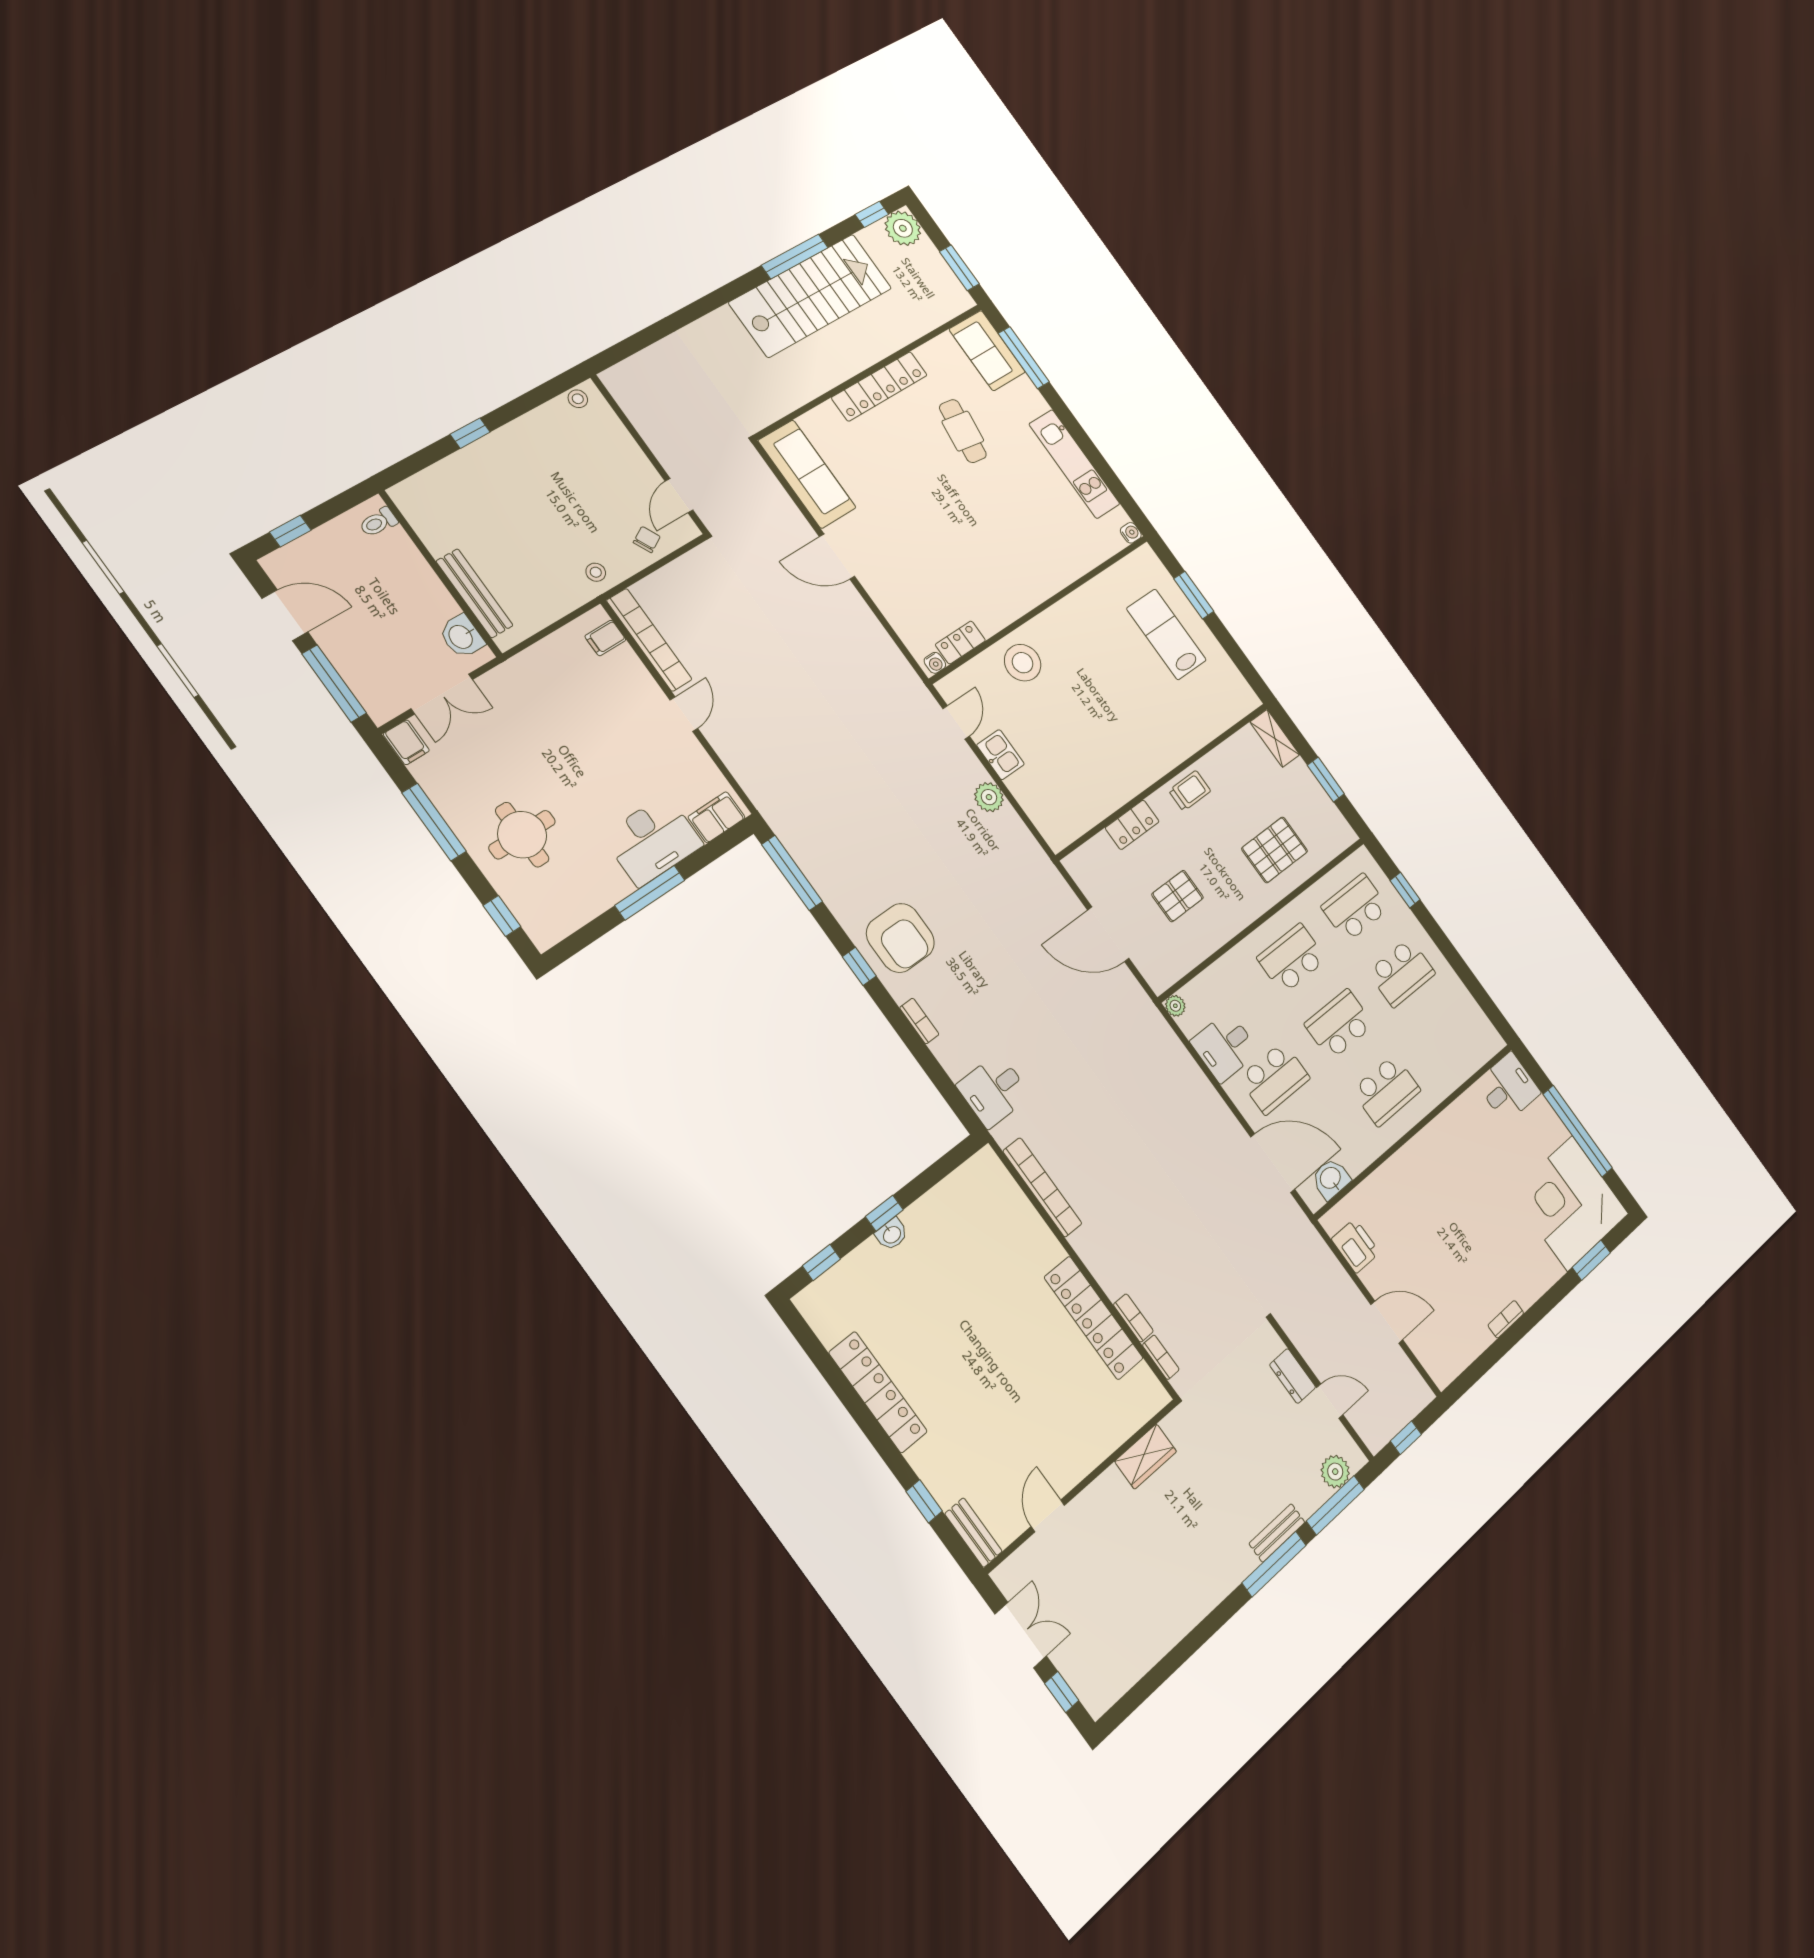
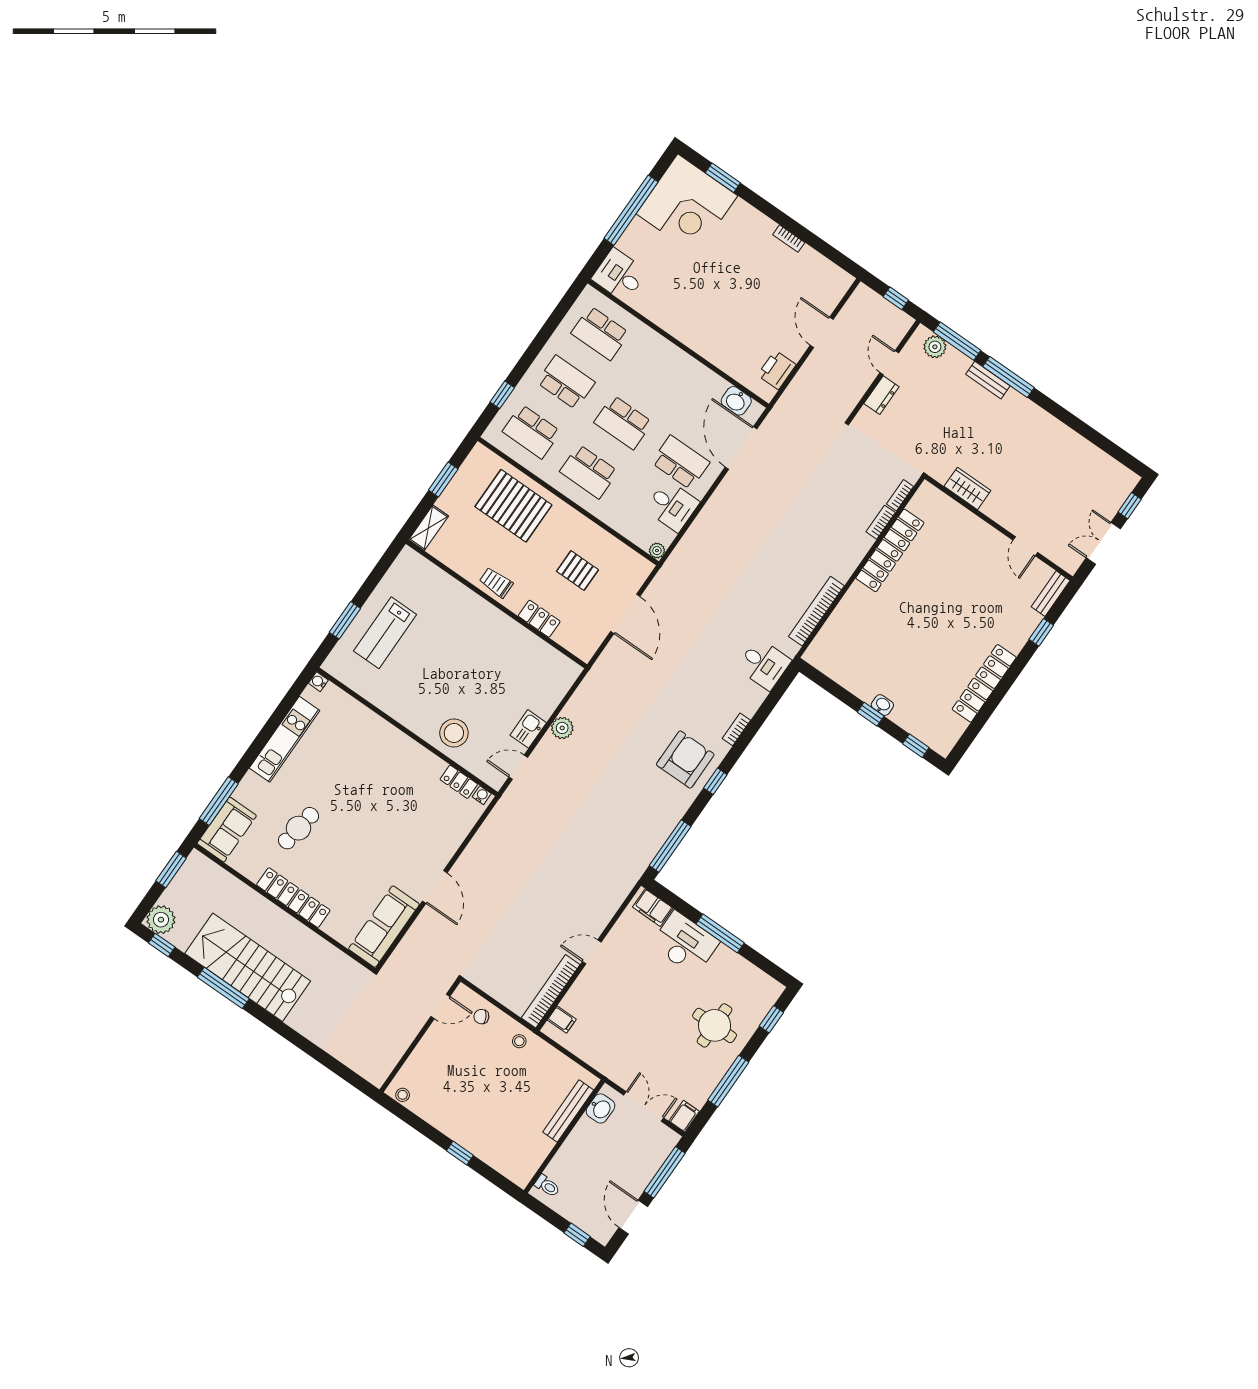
pallet: (1275, 850) -> (513, 506), width x1.37, depth x1.41
school desk: (1386, 1090) -> (600, 333), moved, turned 180
door: (1048, 1516) -> (1025, 546), hinge flipped

